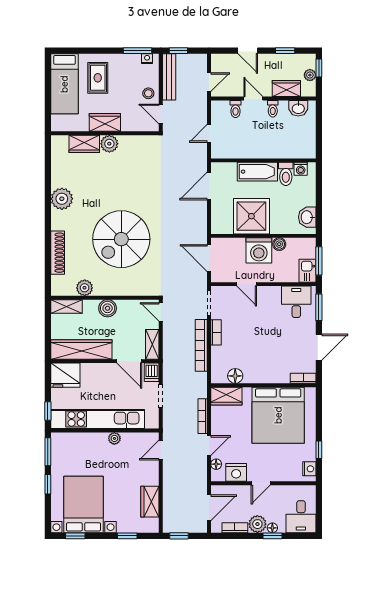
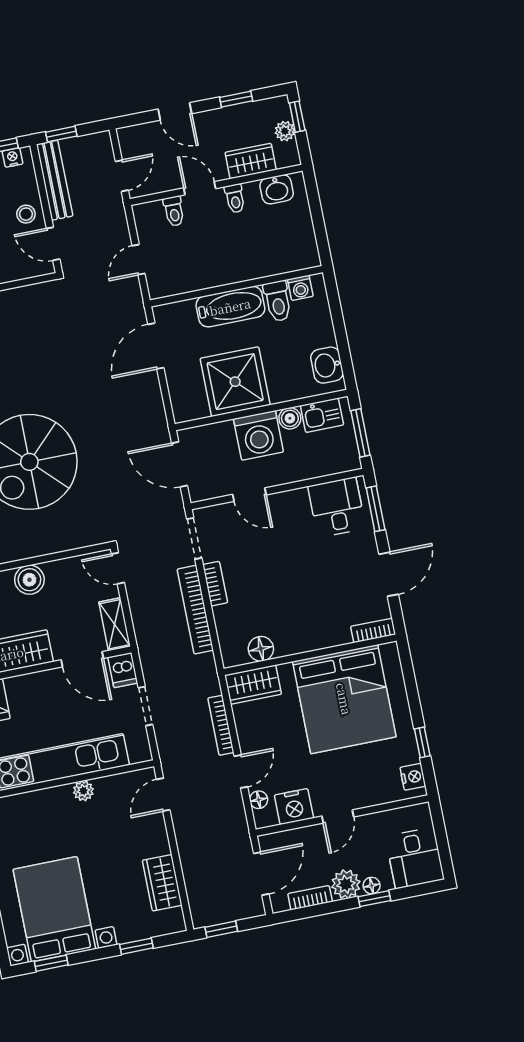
kitchen sink: (308, 271) -> (322, 415), moved, turned -90

